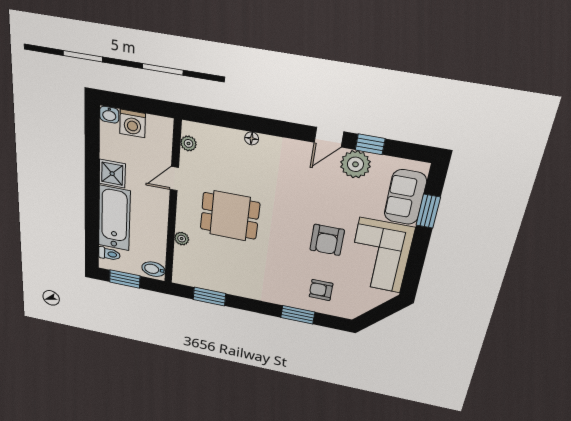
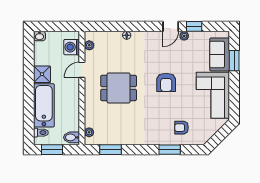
washing machine: (133, 124) -> (72, 47), moved, turned 90
plant: (355, 164) -> (184, 36), width x0.53, depth x0.53
plant: (182, 239) -> (89, 132), moved
armchair: (327, 240) -> (166, 82), moved

